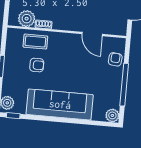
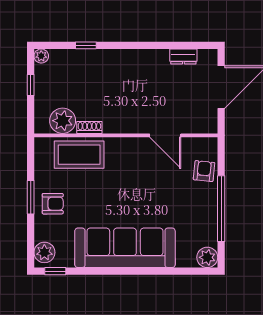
coffee table: (35, 42) -> (79, 155), width x1.36, depth x1.32
armchair: (37, 65) -> (53, 204), moved

